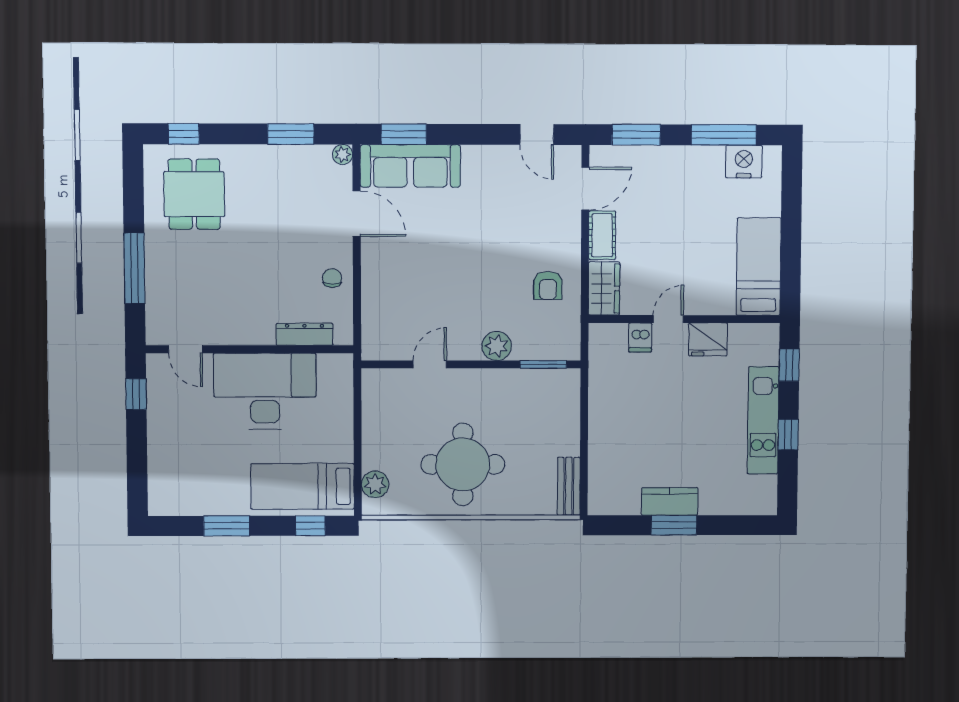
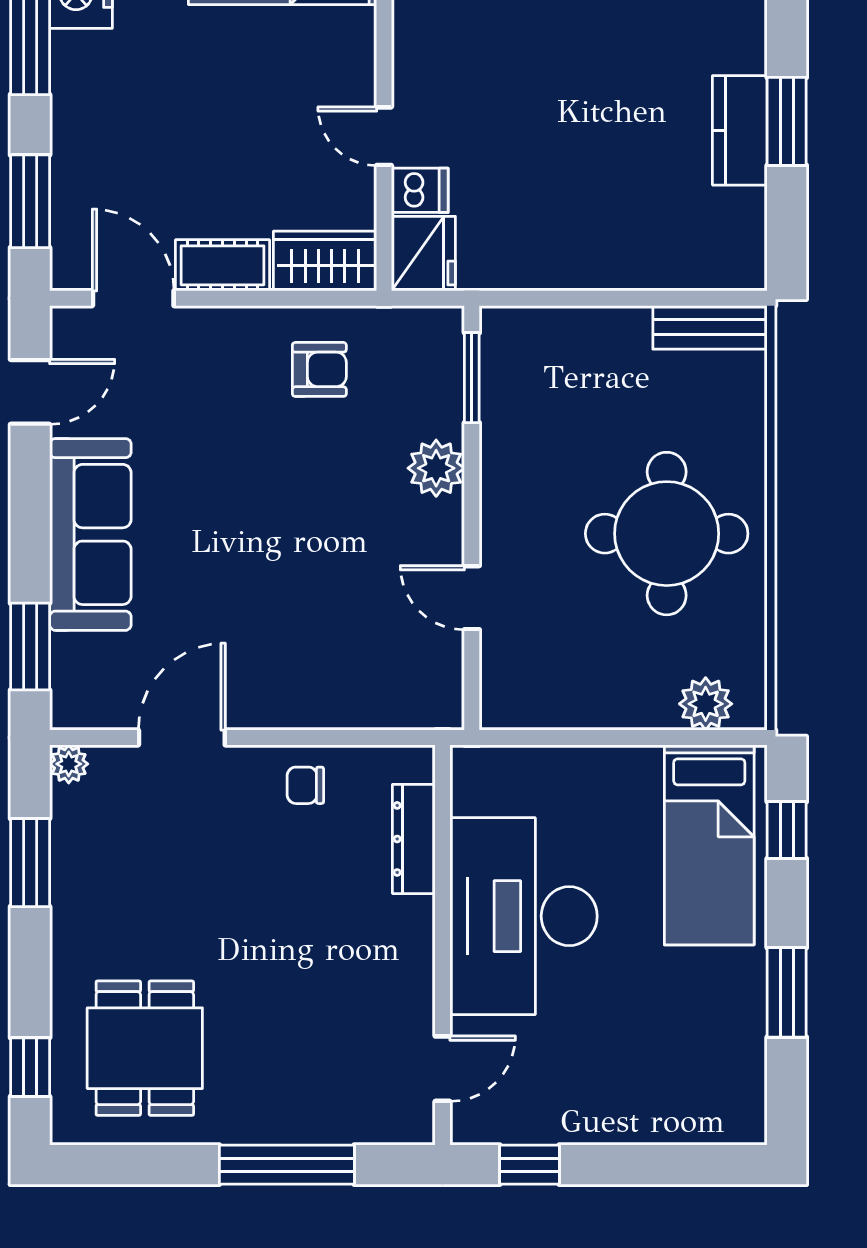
sofa: (410, 166) -> (90, 534), moved
dining table: (194, 194) -> (145, 1048), turned 90
fridge: (708, 339) -> (423, 254), moved

